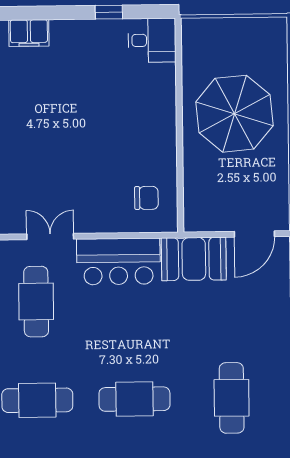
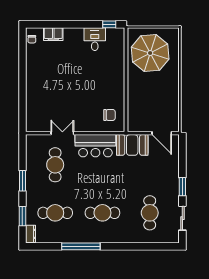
window: (109, 12) -> (109, 24), moved
desk: (152, 40) -> (95, 39), moved, turned -90
parasol: (234, 114) -> (150, 53), moved
door: (254, 234) -> (162, 133), hinge flipped

